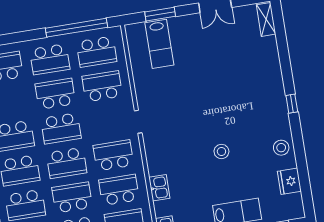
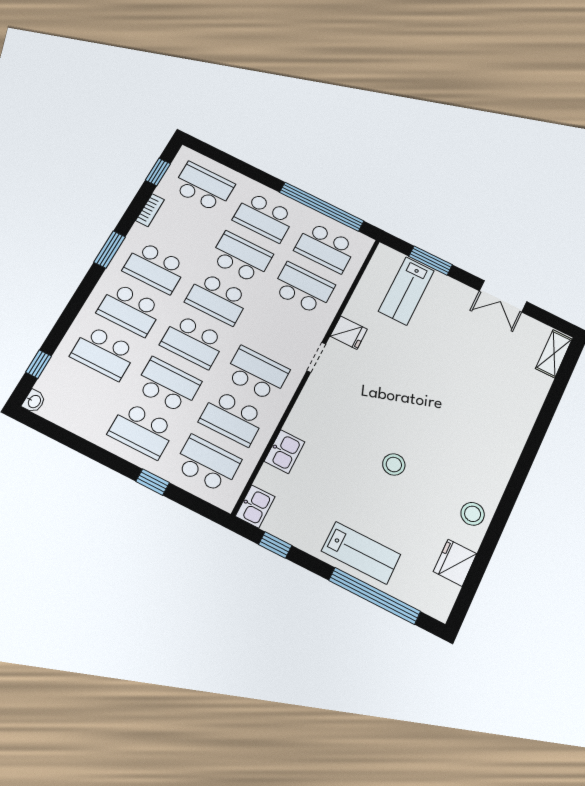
fridge: (145, 94) -> (349, 333), added
window: (292, 104) -> (521, 471), removed
school desk: (119, 190) -> (232, 418), turned 180

